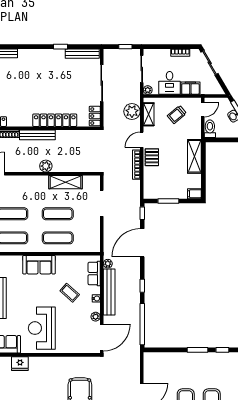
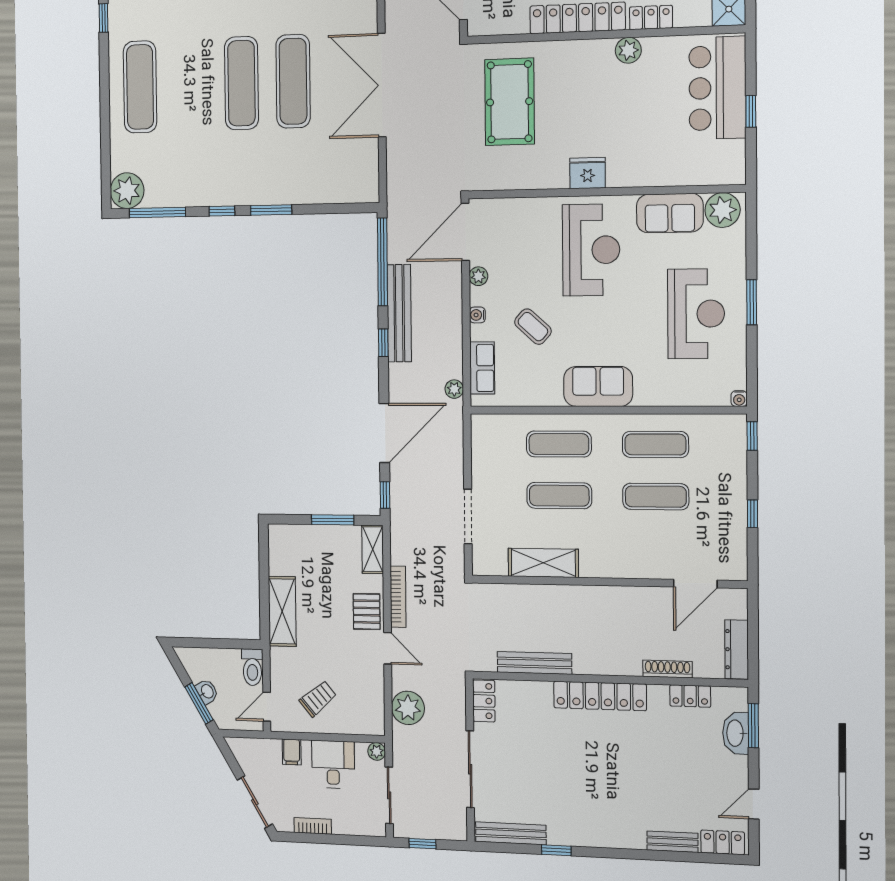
filing cabinet: (190, 88) -> (292, 752), width x0.50
shelving: (149, 114) -> (373, 549), moved
locker: (55, 120) -> (600, 696), moved
bench: (37, 135) -> (534, 663), moved
door: (142, 140) -> (388, 648), hinge flipped
plant: (46, 166) -> (585, 598), removed
filing cabinet: (194, 194) -> (281, 534), removed
bench: (109, 292) -> (399, 313), moved
fridge: (20, 364) -> (588, 173), moved

